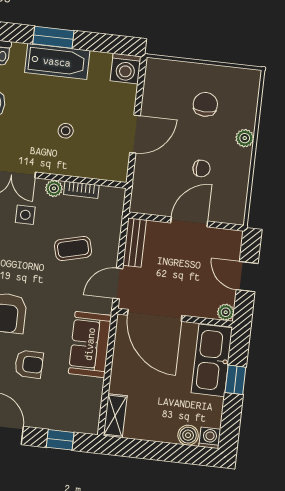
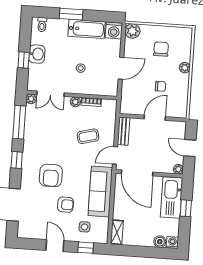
bathtub: (57, 62) -> (87, 29), moved
plant: (158, 71) -> (132, 31), added
side table: (25, 215) -> (84, 227), moved
sofa: (90, 344) -> (100, 192), width x1.36

